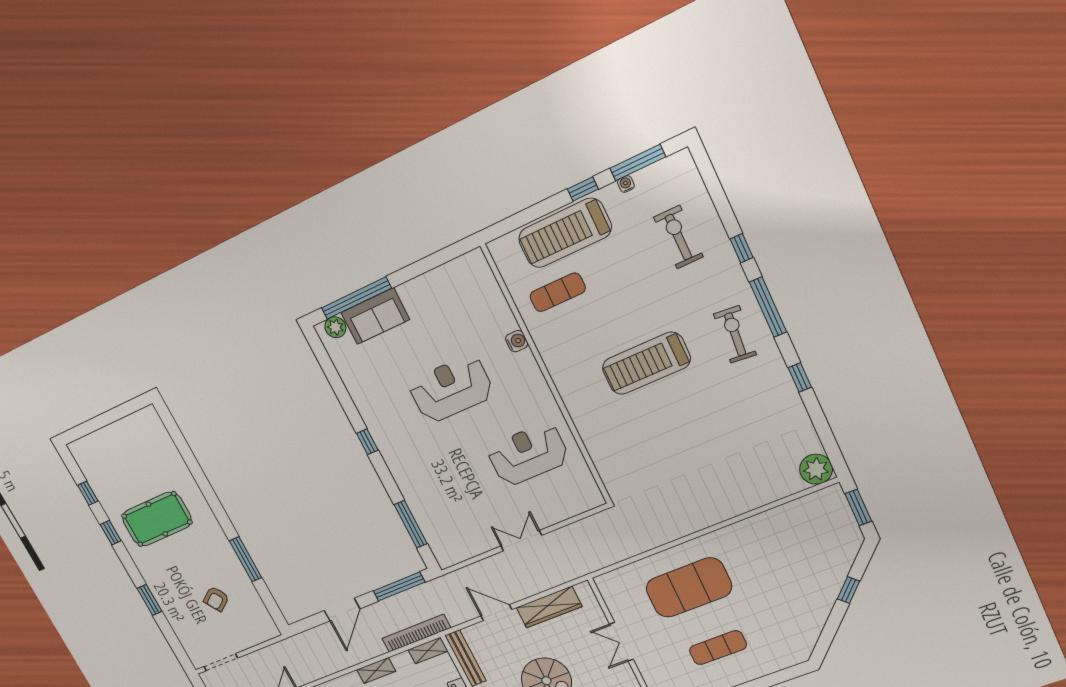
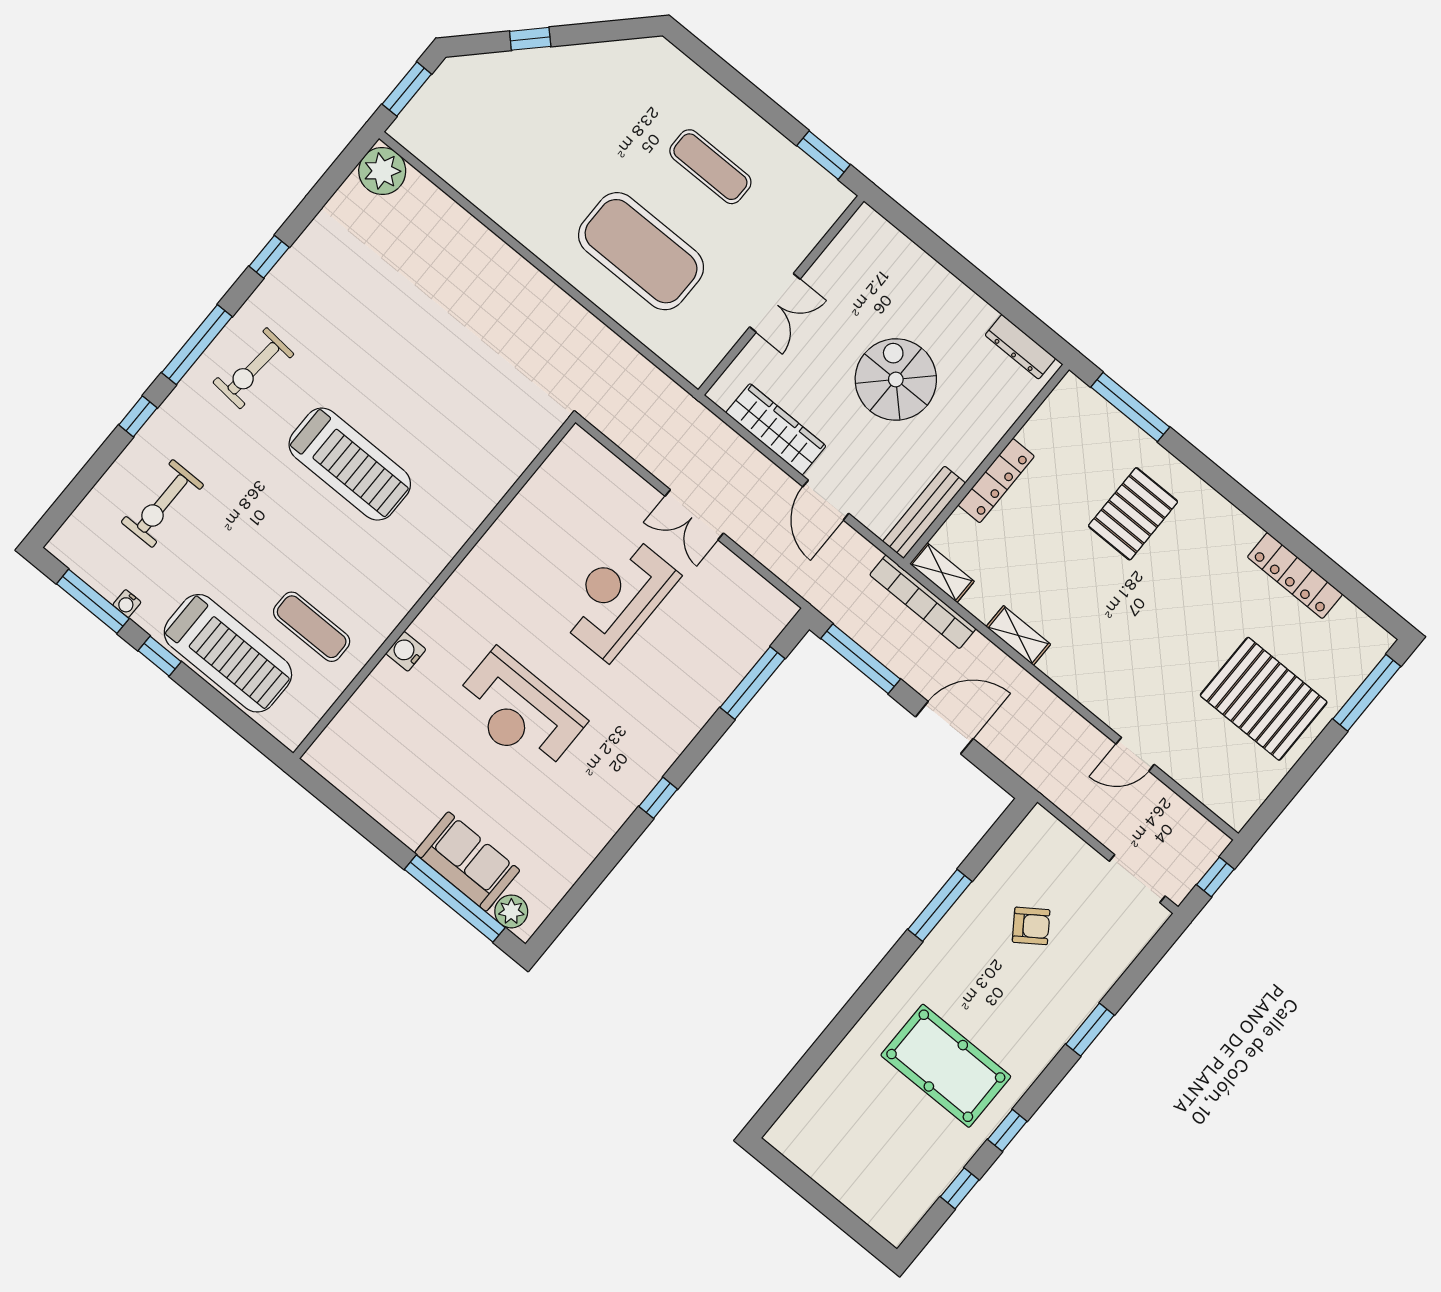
reception desk: (528, 454) -> (618, 597), moved, turned 90

